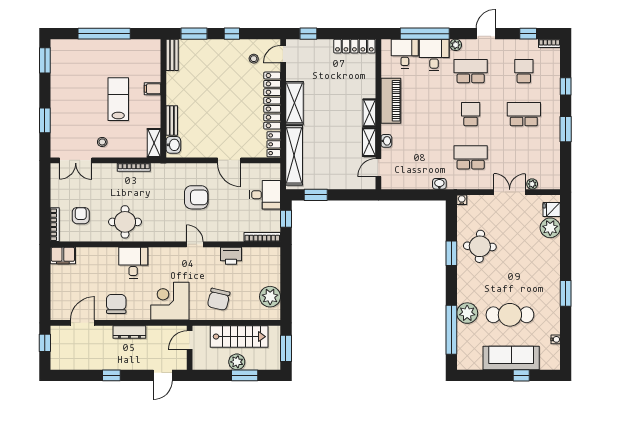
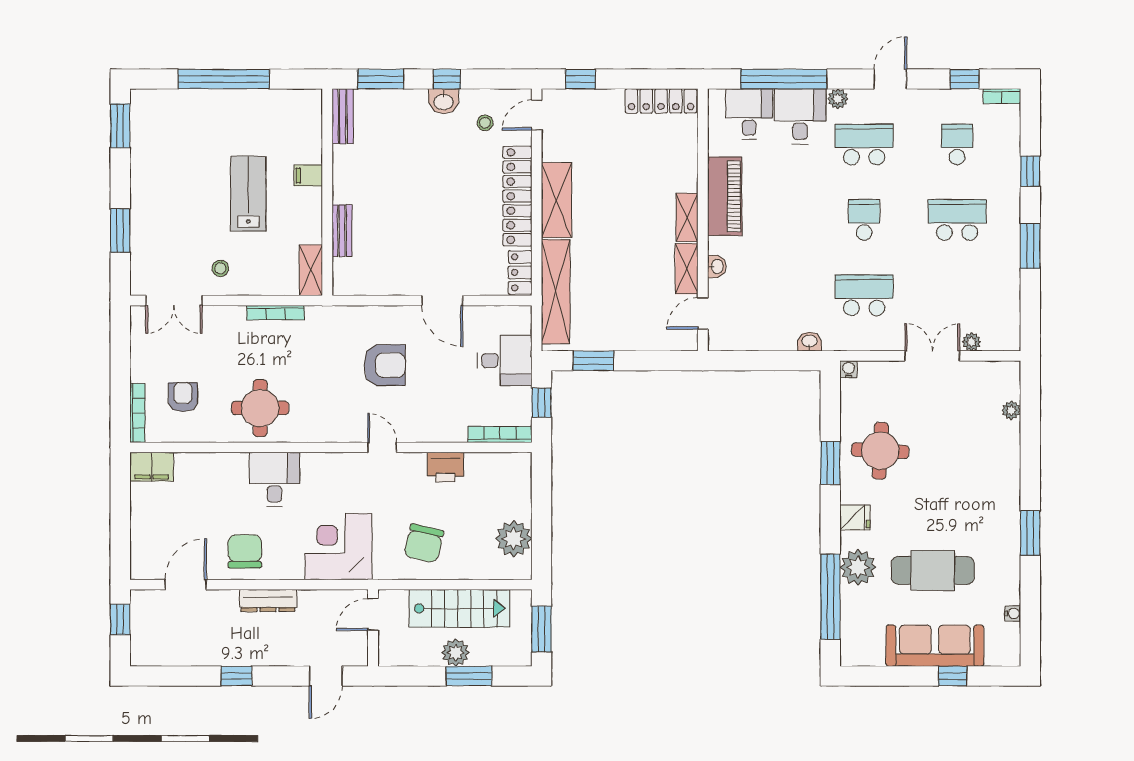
washbasin: (173, 145) -> (444, 101), moved, turned 90
fridge: (552, 210) -> (855, 518), moved, turned 180
plant: (550, 228) -> (1011, 410), width x0.53, depth x0.53

